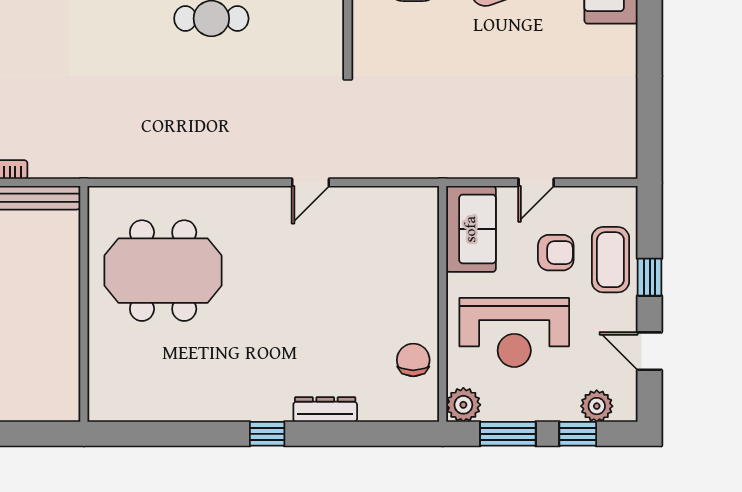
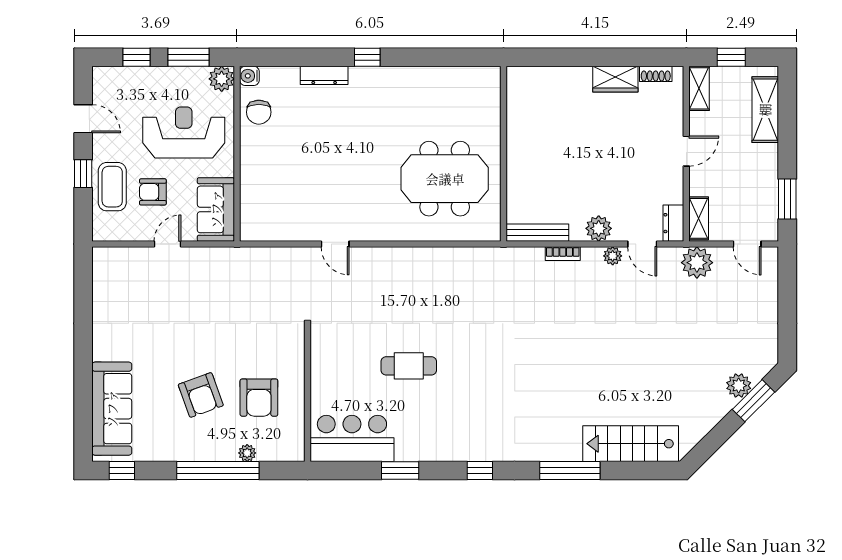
door: (311, 182) -> (335, 244), swing flipped
plant: (597, 406) -> (122, 78), removed
water cooler: (426, 409) -> (249, 76), added

